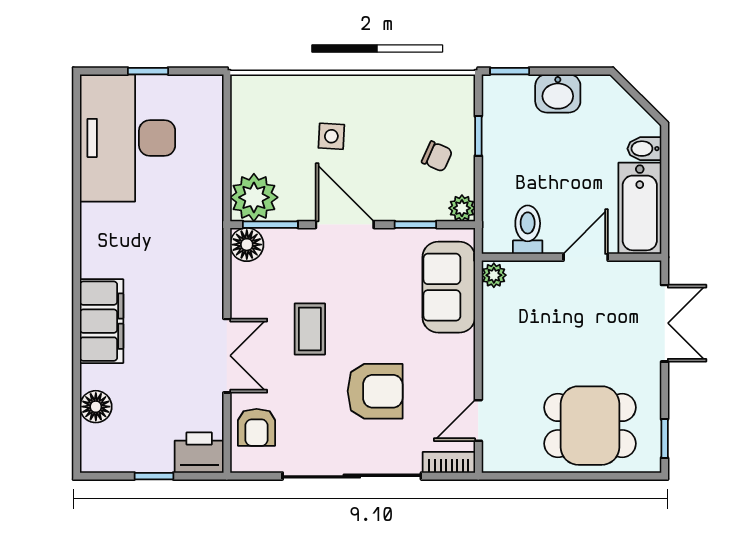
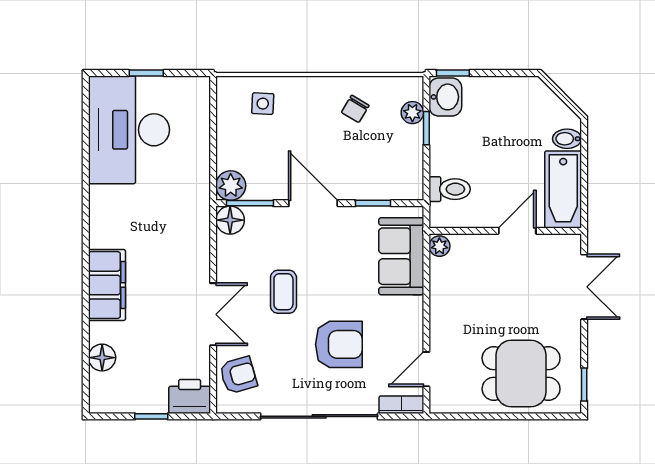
washbasin: (558, 93) -> (445, 97), moved, turned -90
side table: (331, 136) -> (263, 104), moved
chair: (437, 156) -> (355, 109), moved, turned 97
plant: (254, 197) -> (231, 186), width x0.73, depth x0.73
plant: (462, 208) -> (412, 113), moved
toilet: (528, 230) -> (450, 189), moved, turned 90
armchair: (257, 427) -> (238, 375), turned -106

